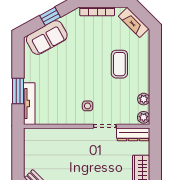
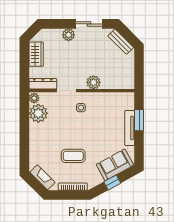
coffee table: (119, 64) -> (73, 156), moved, turned 90
plant: (144, 99) -> (38, 113), width x1.88, depth x1.88
tv unit: (29, 104) -> (130, 128), moved
plant: (72, 136) -> (93, 82), added

